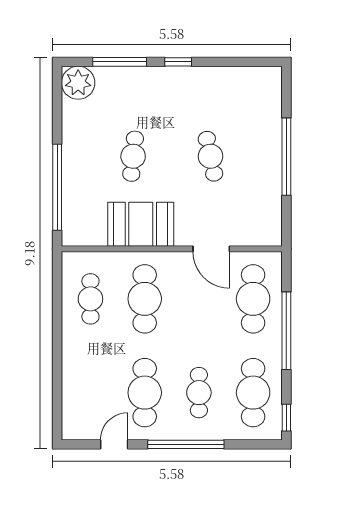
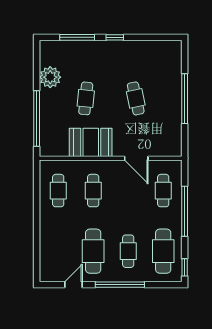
plant: (78, 83) -> (50, 77), moved
cafe table: (145, 299) -> (93, 191), width x0.73, depth x0.74
cafe table: (253, 299) -> (163, 191), width x0.73, depth x0.74

